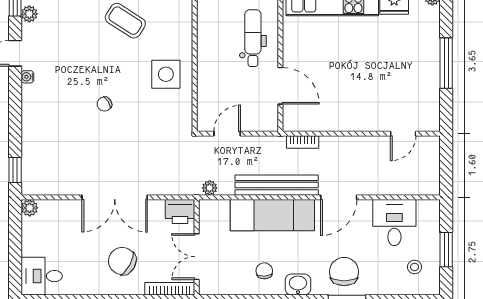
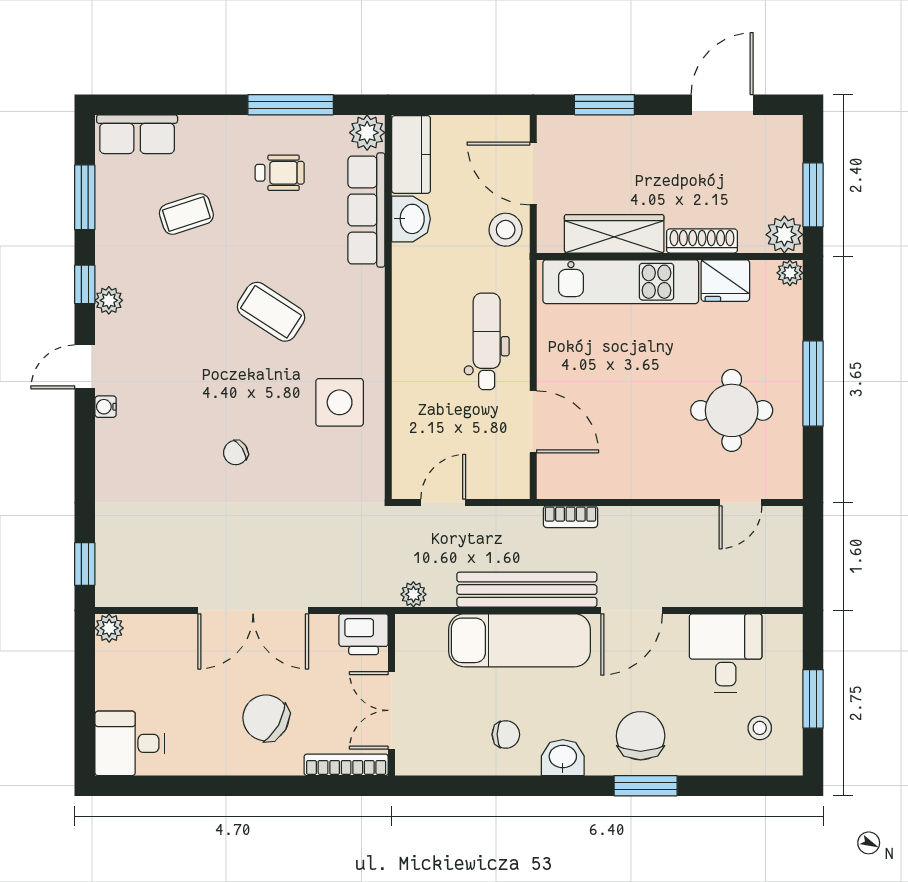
round table: (398, 79) -> (732, 410), added
chair: (264, 271) -> (506, 734), turned 93

